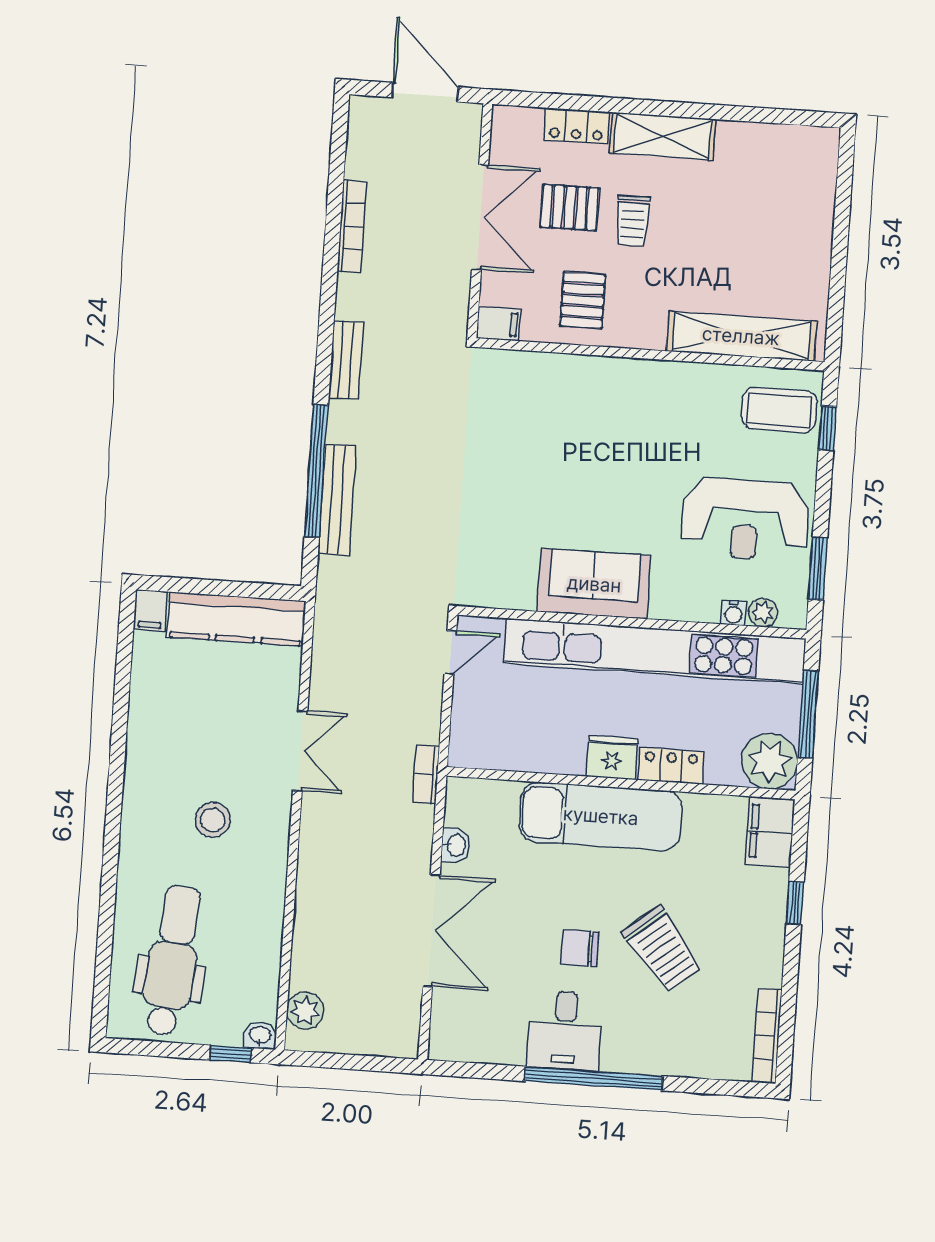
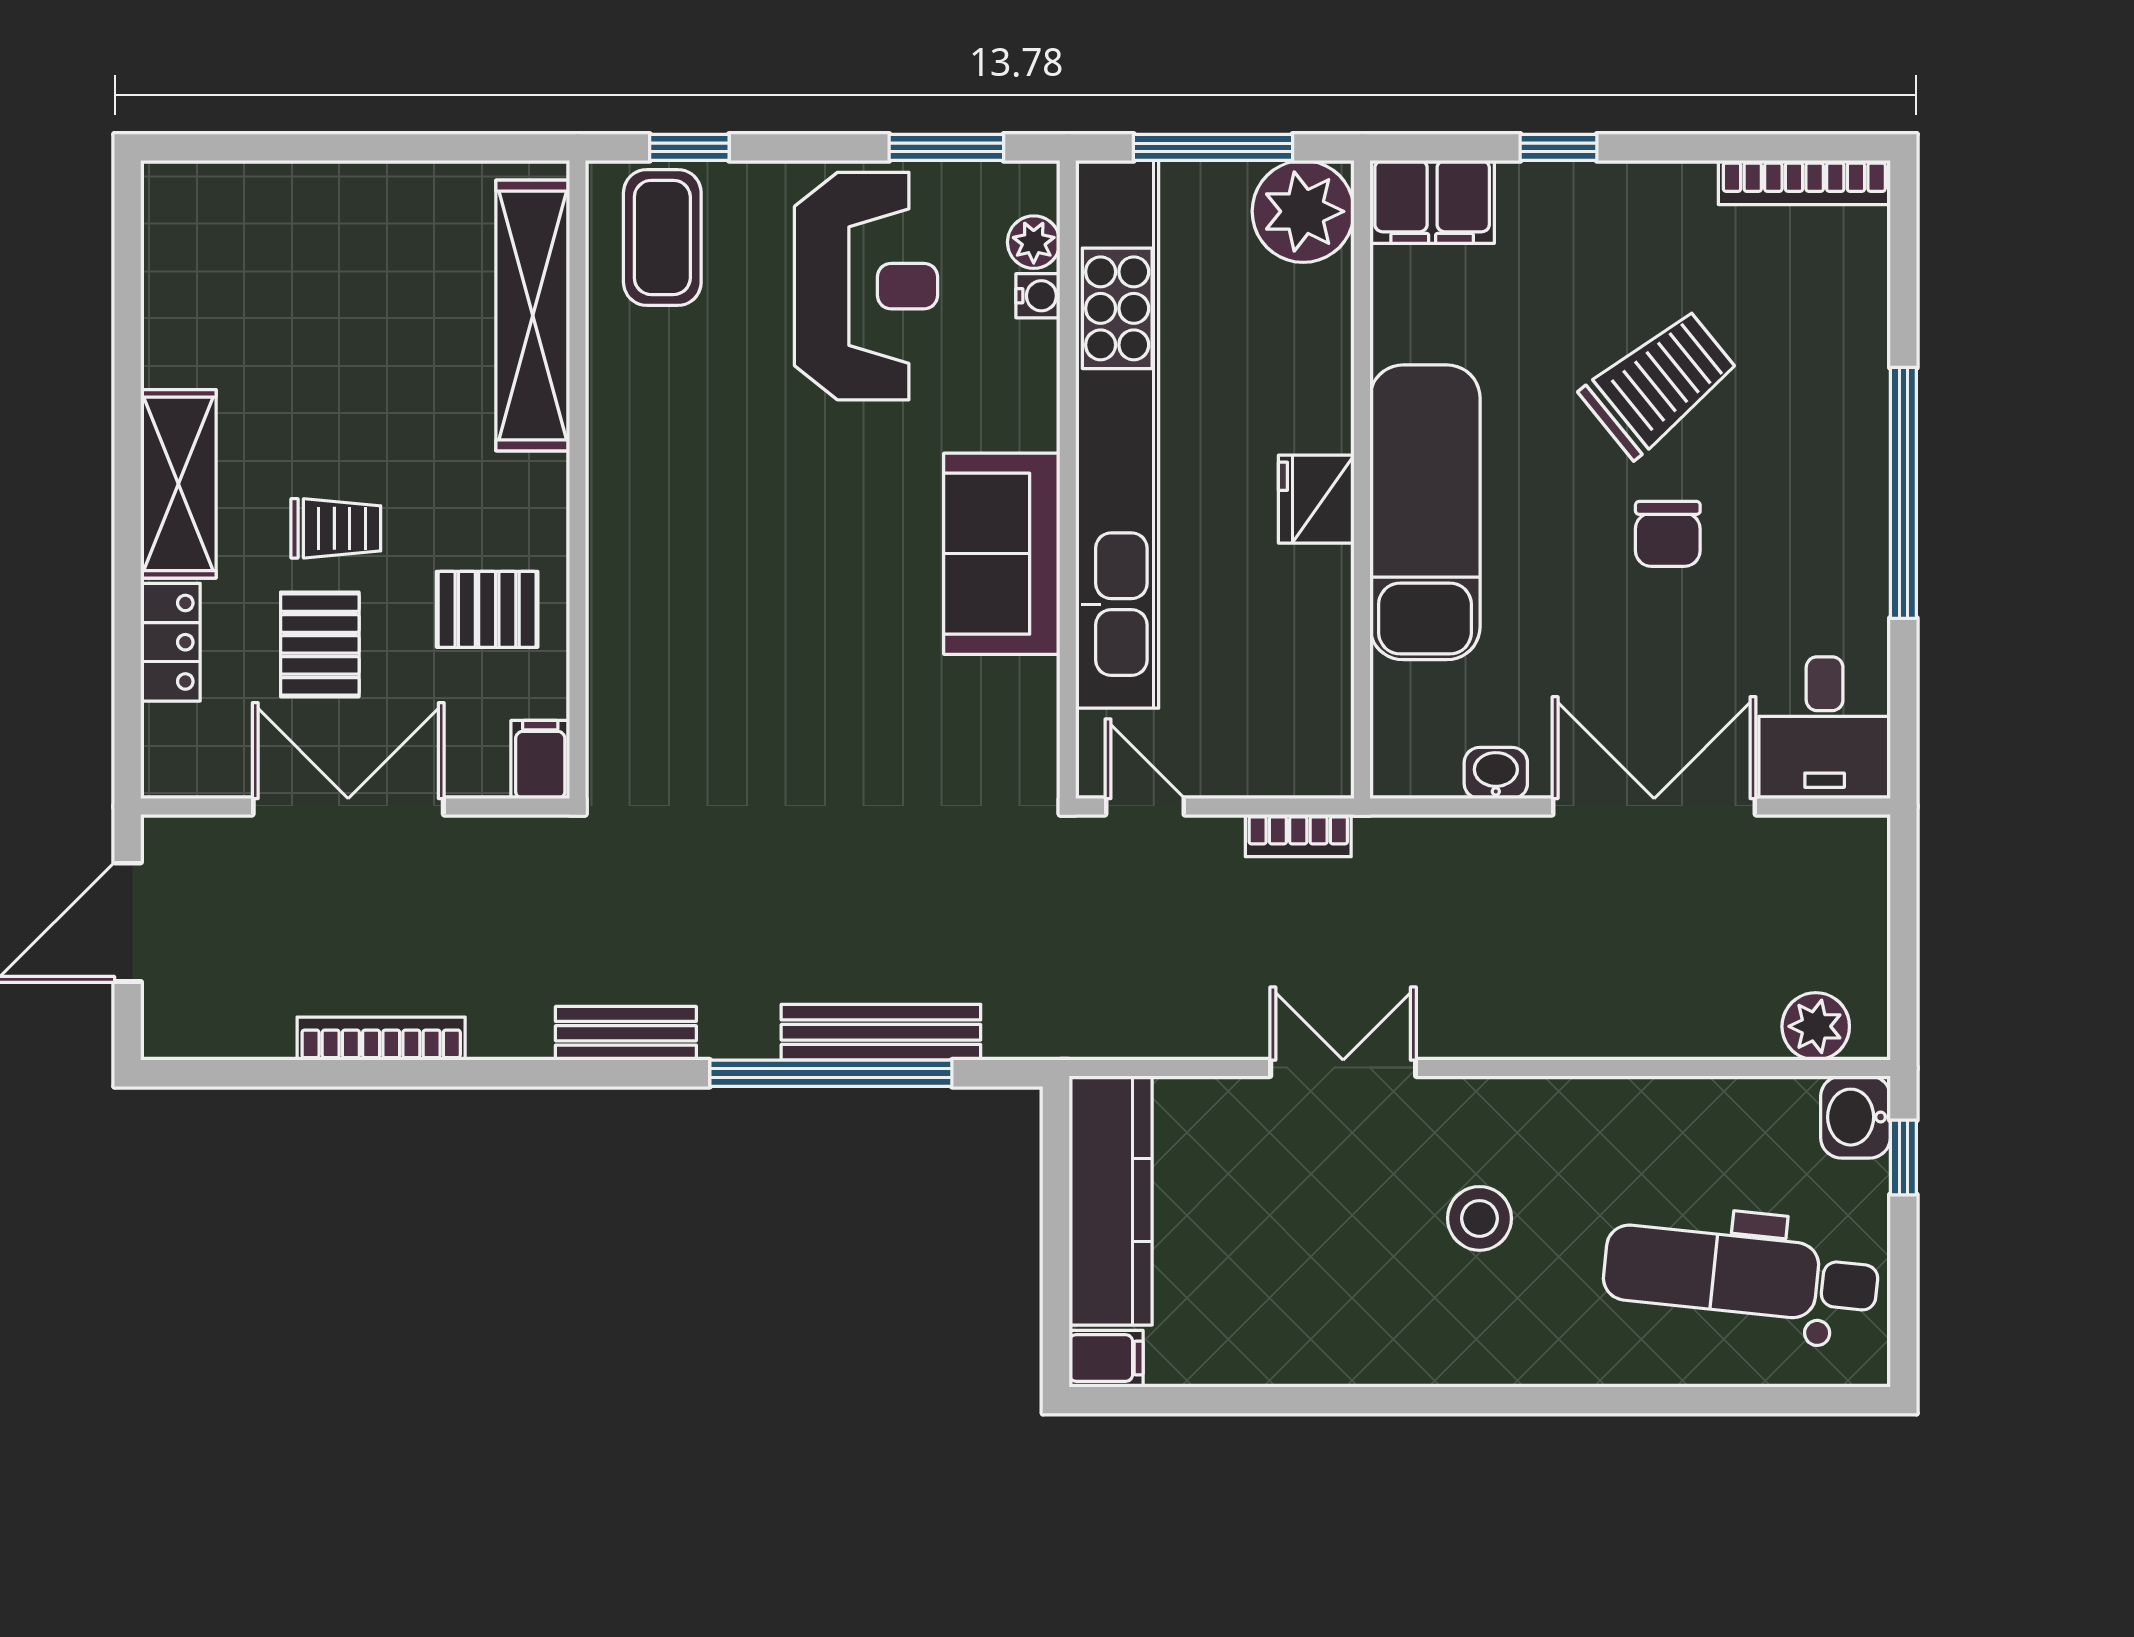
locker: (671, 766) -> (1324, 391), removed
bookcase: (426, 774) -> (1298, 835), moved
desk: (565, 1030) -> (1825, 728), moved, turned 90
washbasin: (260, 1035) -> (1856, 1117), width x1.38, depth x1.45

